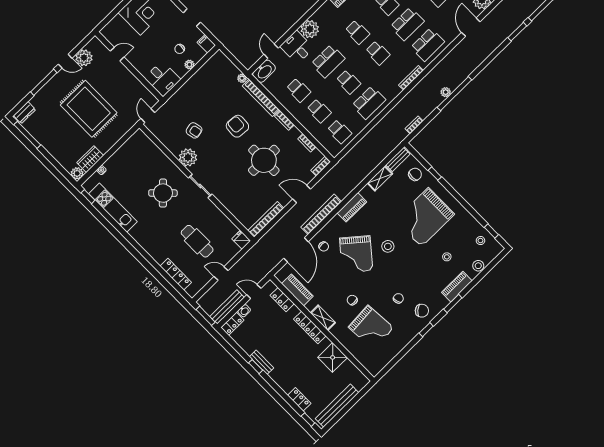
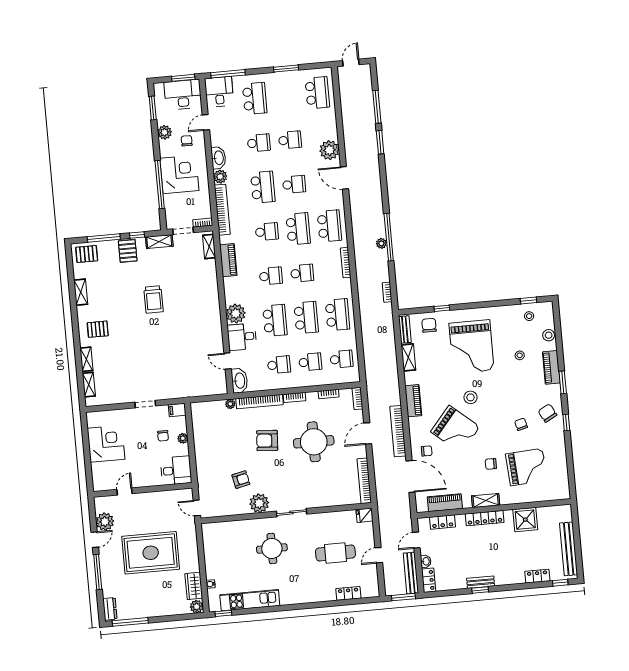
school desk: (348, 82) -> (306, 318), width x1.85
round table: (163, 193) -> (272, 548), turned 45
locker: (176, 274) -> (348, 593), width x0.66
chair: (422, 311) -> (547, 413), turned -77

